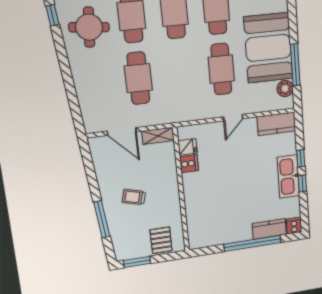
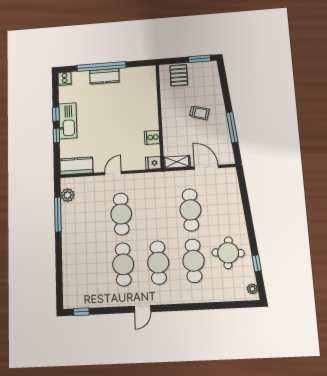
booth: (268, 48) -> (81, 230), removed
fridge: (188, 147) -> (153, 163), moved
window: (102, 219) -> (232, 127), moved
kitchen counter: (269, 229) -> (104, 76), moved

